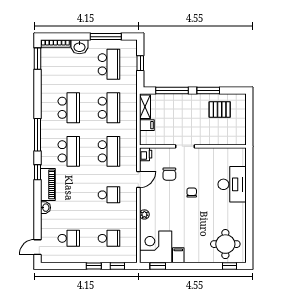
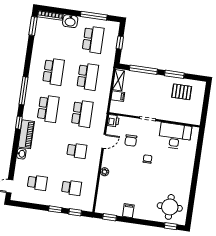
desk: (232, 184) -> (175, 136), moved, turned -90
corner desk: (156, 247) -> (110, 201), removed

